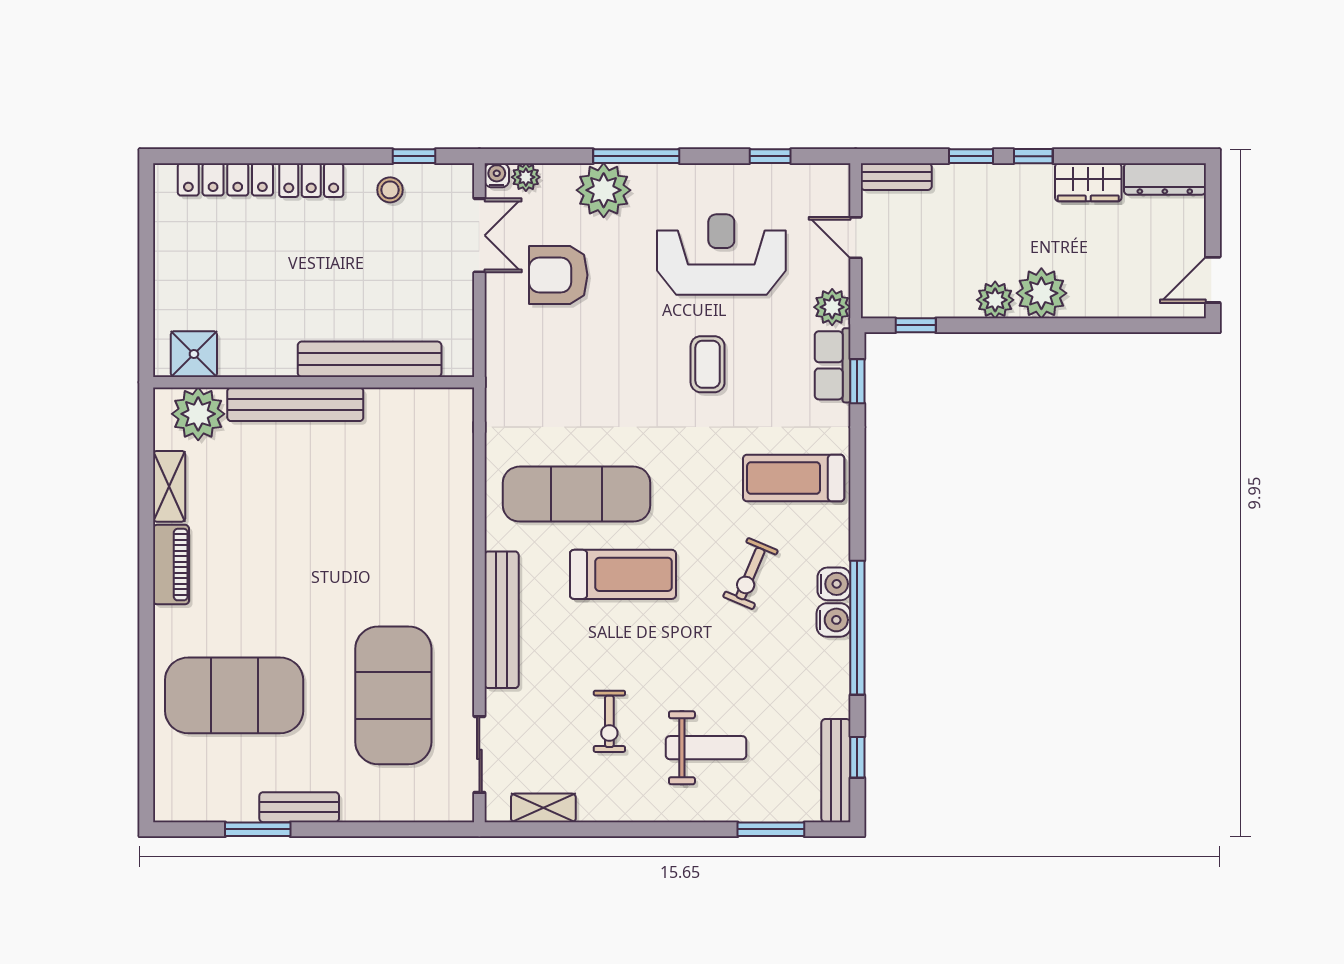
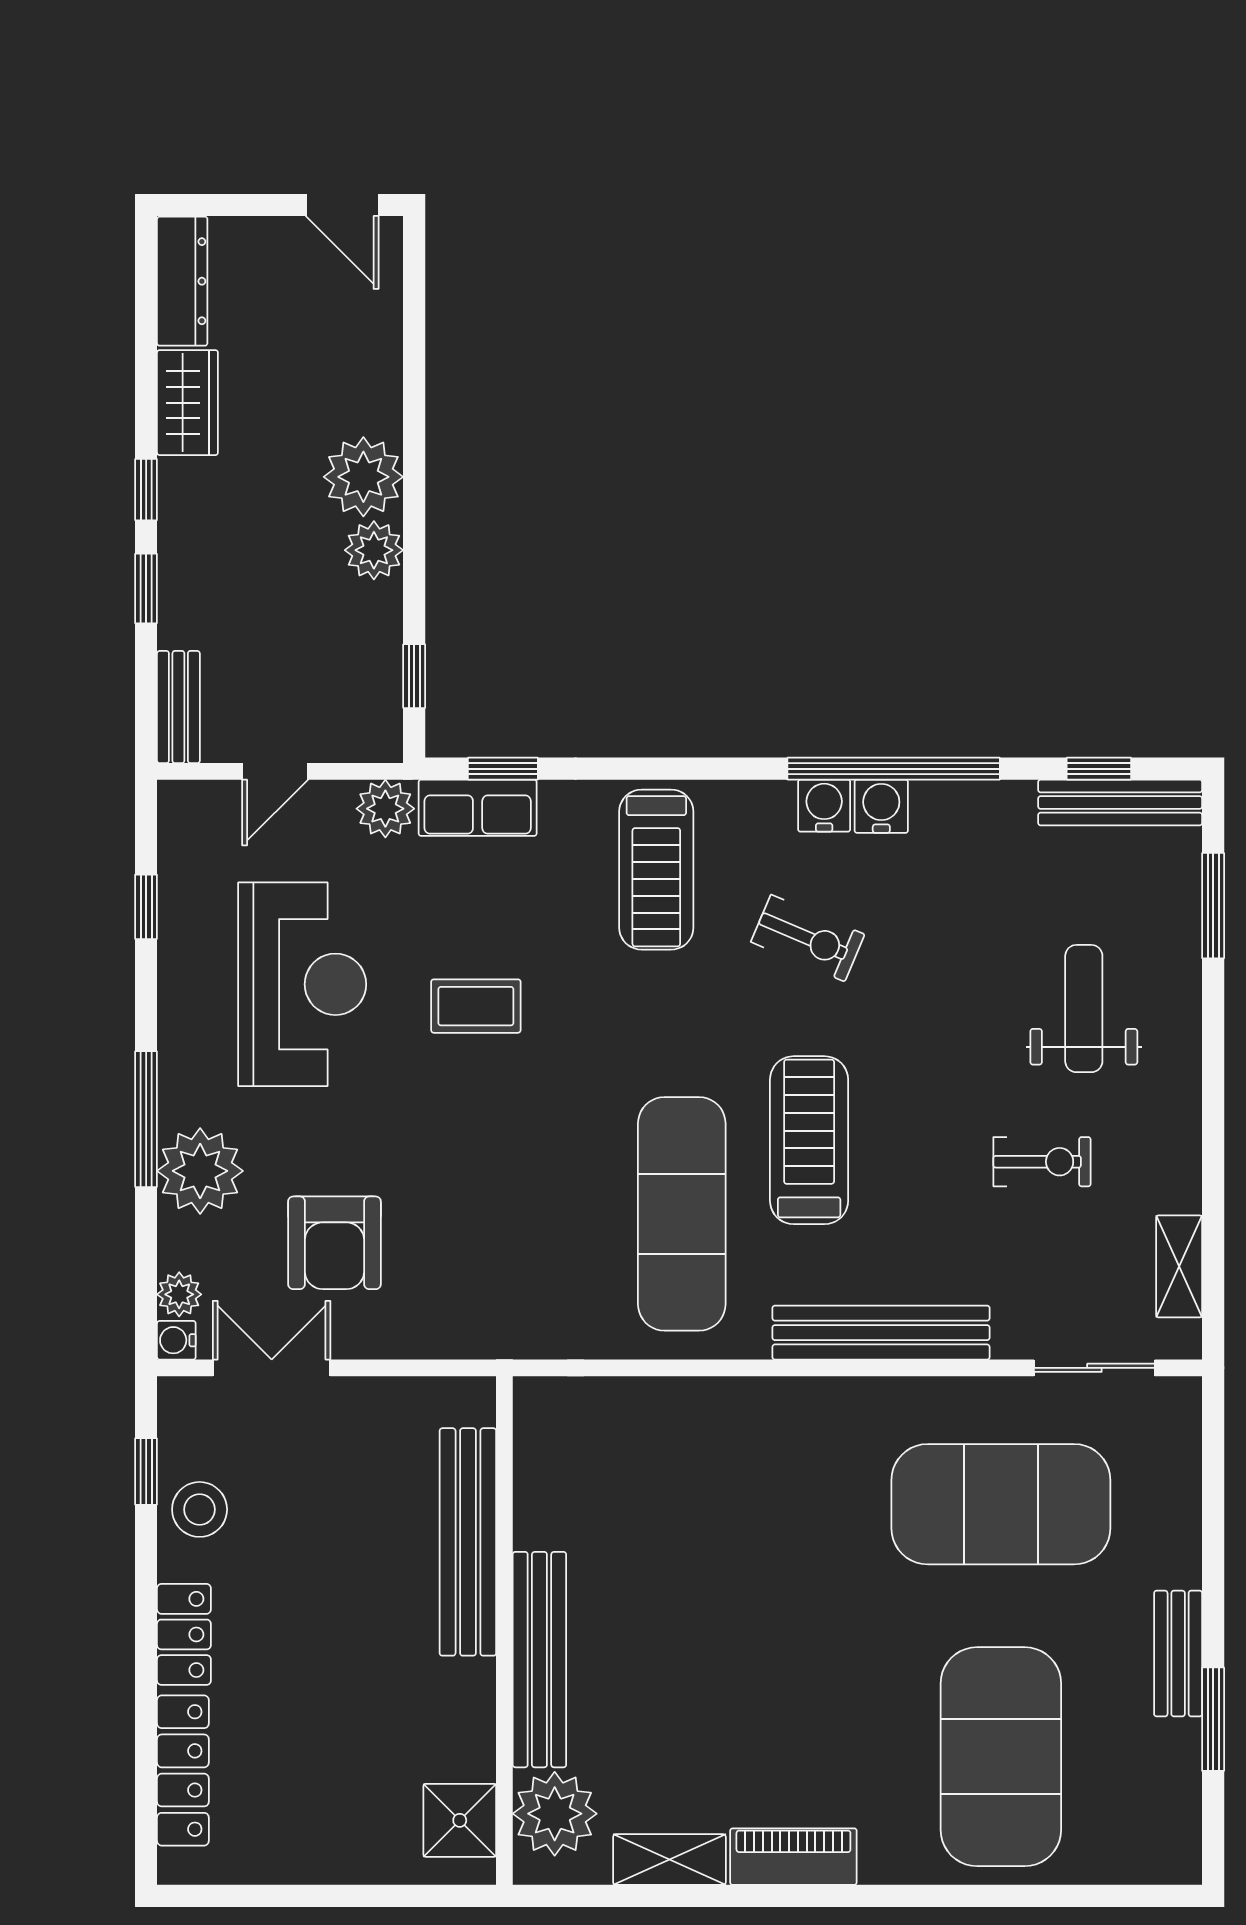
stool: (390, 190) -> (200, 1509), width x1.37, depth x1.37
reception desk: (721, 255) -> (302, 984), turned 180

